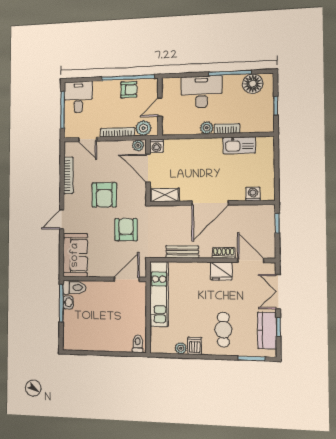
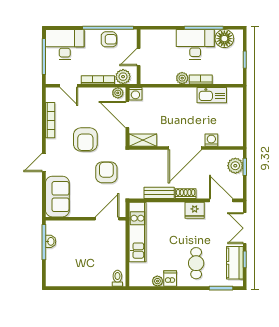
desk: (201, 92) -> (195, 44), moved
desk: (78, 97) -> (65, 44), width x1.37
washing machine: (253, 194) -> (211, 140), moved
plant: (266, 222) -> (235, 166), added
shoe rack: (224, 253) -> (186, 194), moved
toilet: (74, 288) -> (57, 227), removed

